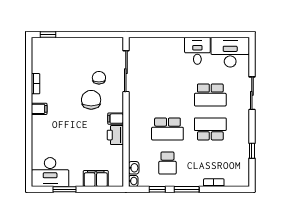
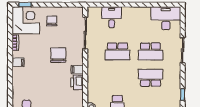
desk: (197, 51) -> (112, 17), moved
corner desk: (49, 55) -> (26, 20), added
chair: (99, 78) -> (52, 21), moved
school desk: (167, 129) -> (117, 51), moved

